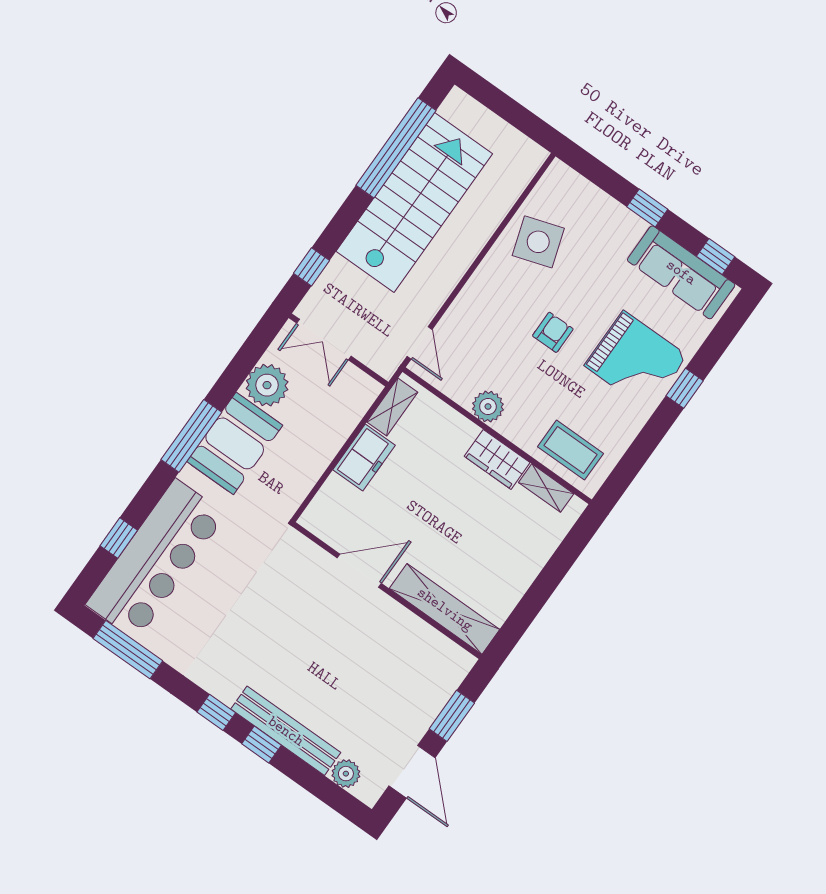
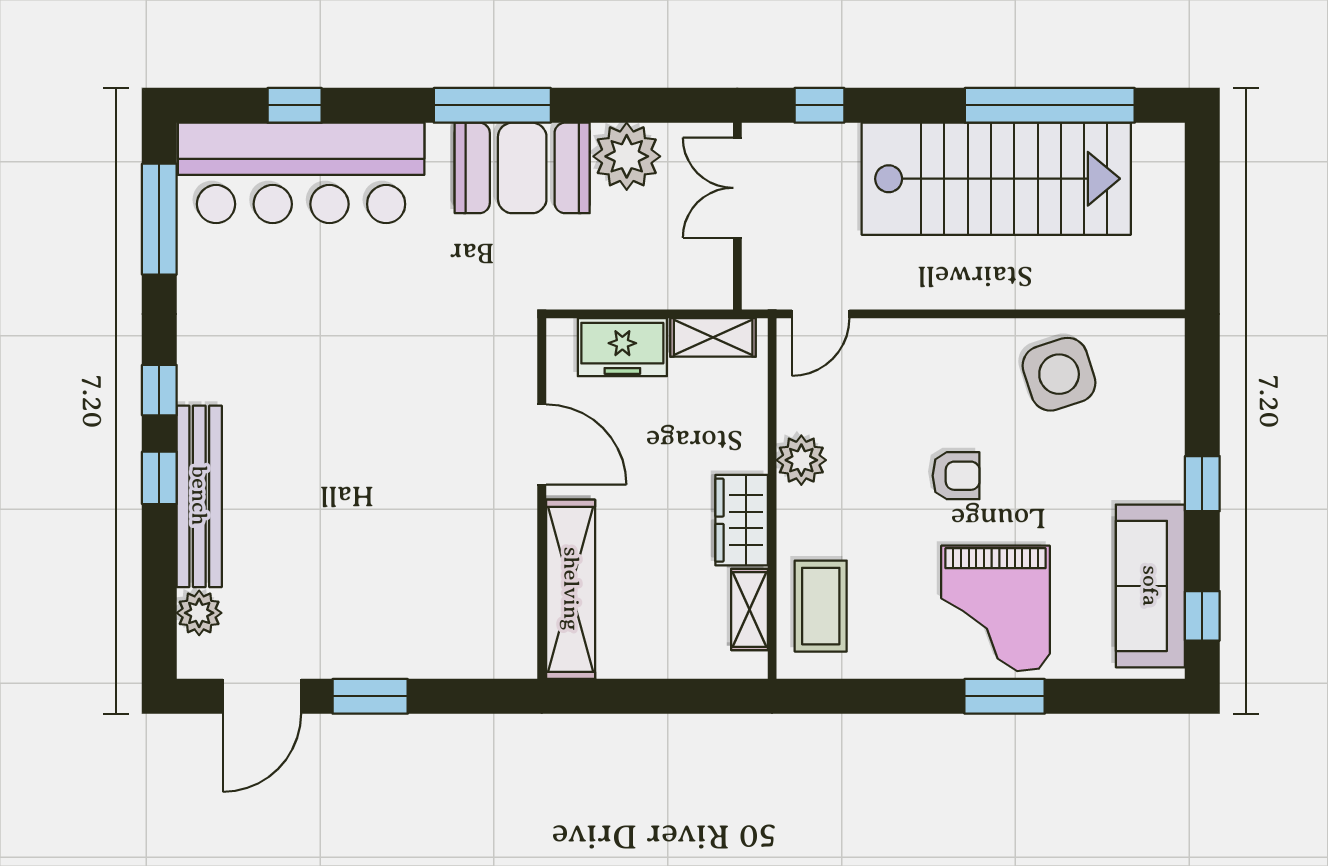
window: (685, 388) -> (1005, 696), width x1.50
door: (359, 571) -> (542, 445), moved
wall: (387, 591) -> (542, 499), moved
shelving: (445, 609) -> (571, 589), moved

